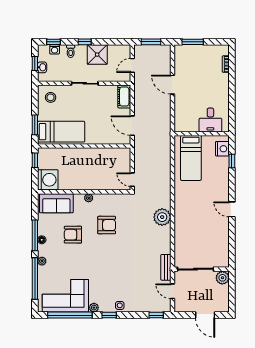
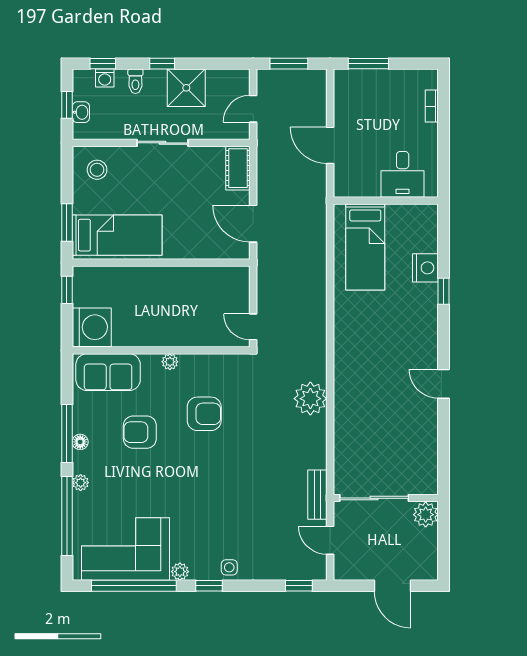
desk: (210, 120) -> (403, 174), moved
wall: (202, 134) -> (386, 201), moved
bed: (191, 158) -> (365, 247), moved

